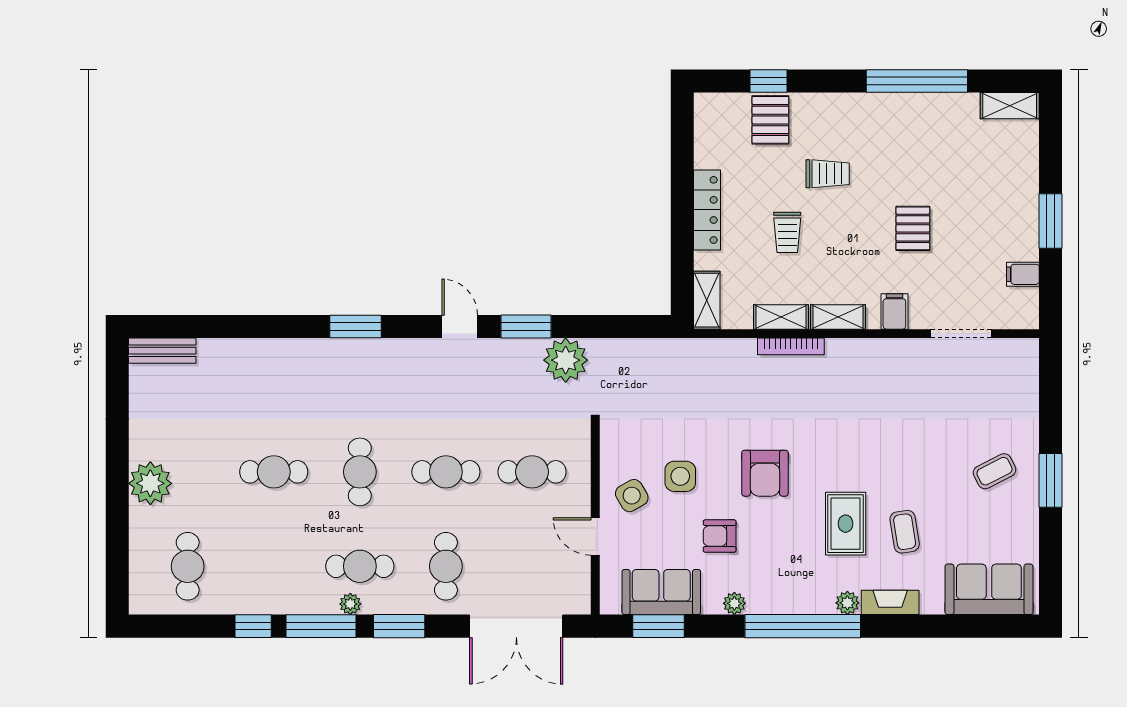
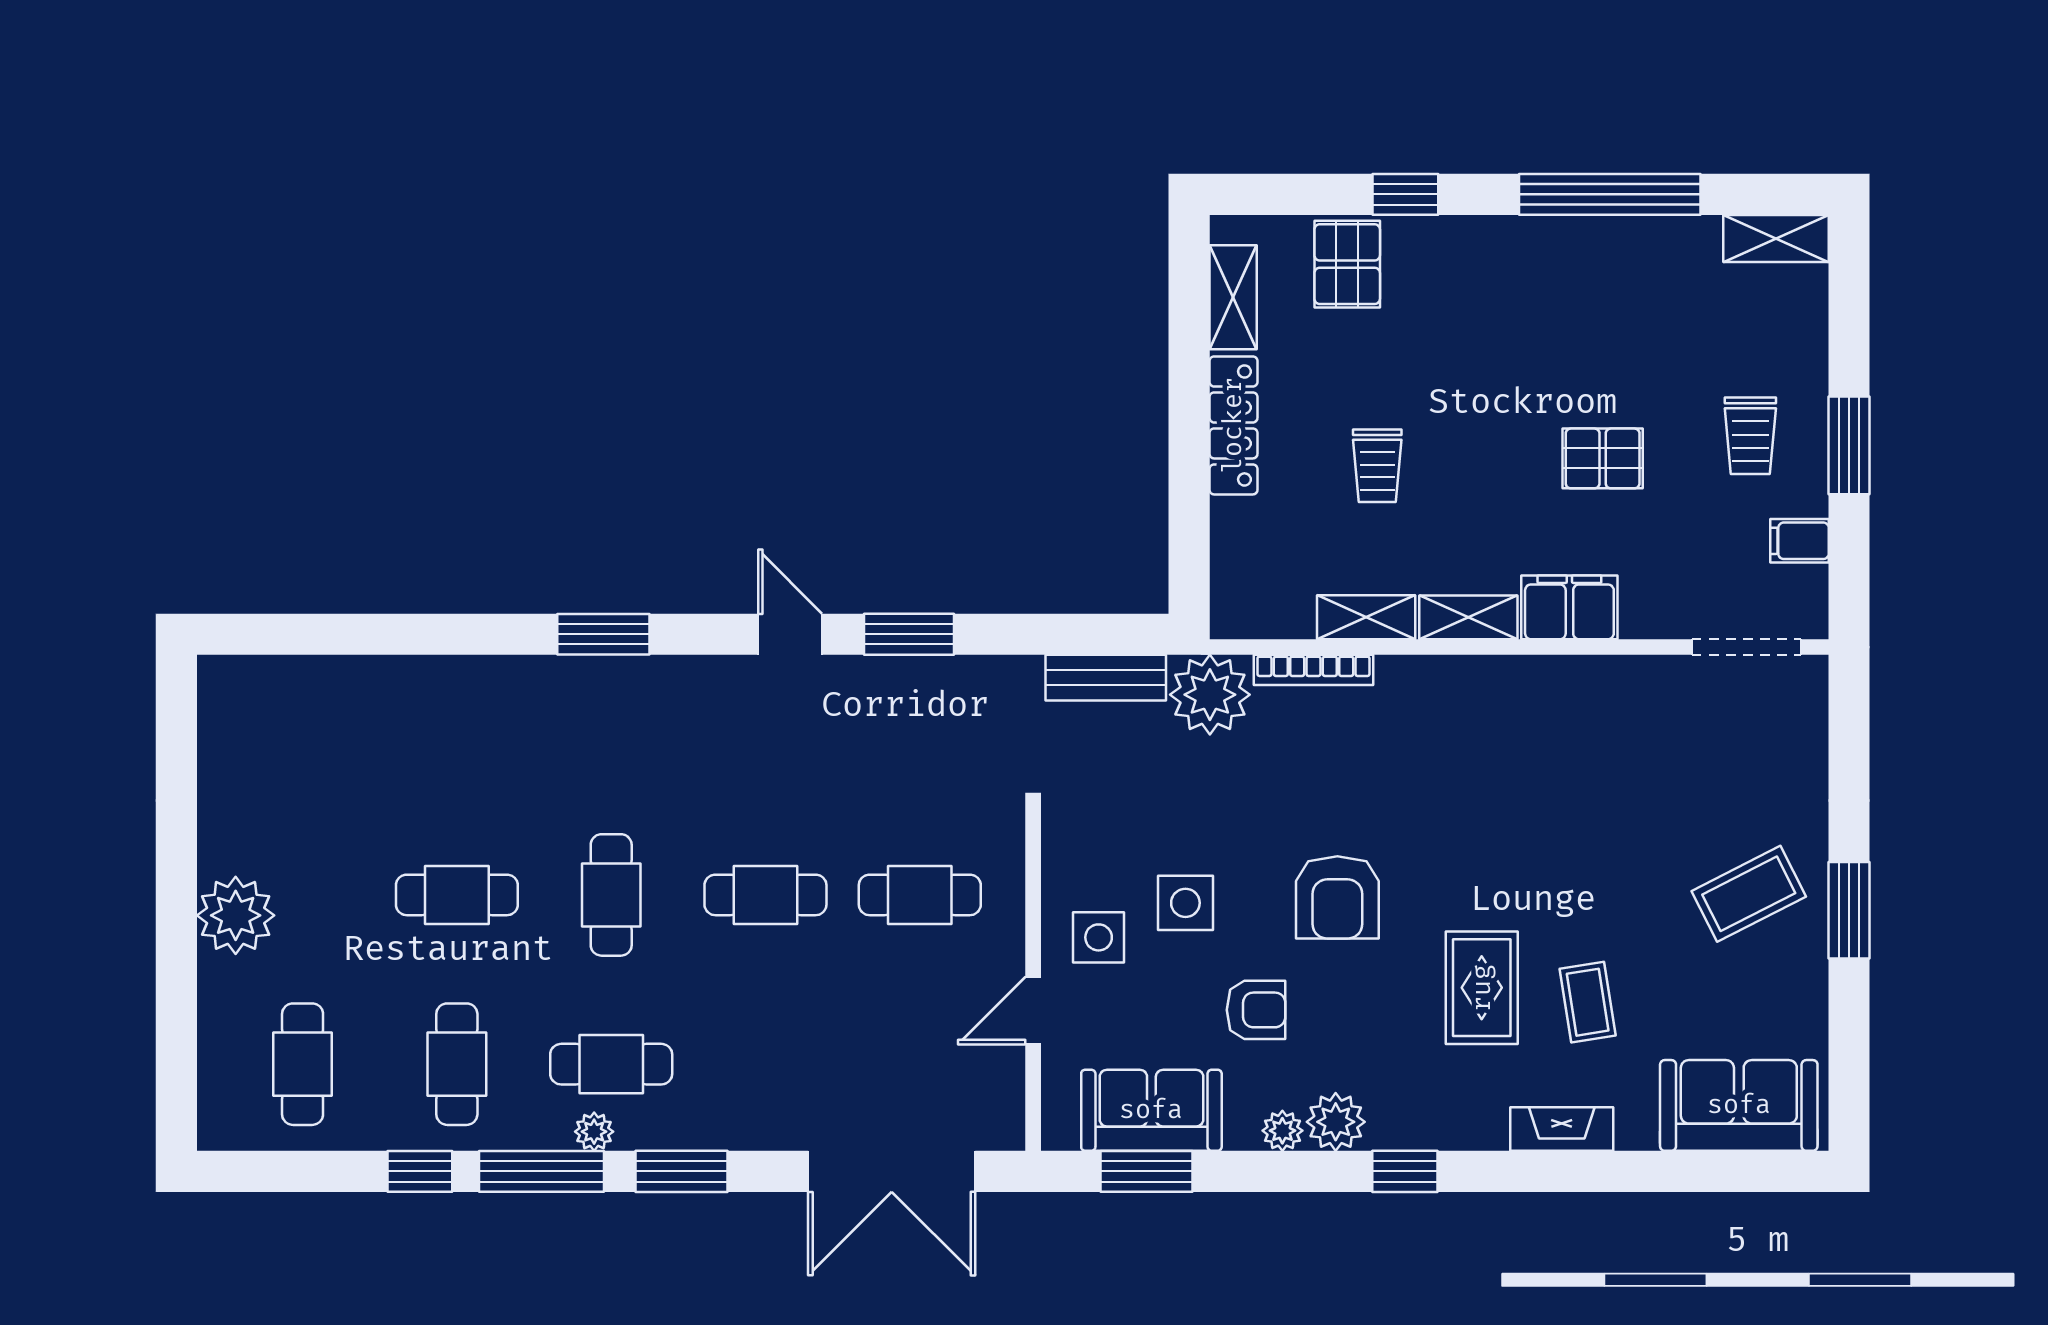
window: (769, 81) -> (1405, 194), moved
trolley: (828, 174) -> (1750, 436), moved, turned 90
pallet: (913, 228) -> (1603, 458), turned 90
shelving: (707, 300) -> (1233, 297), moved
filing cabinet: (894, 311) -> (1569, 607), width x2.00
doorway: (961, 334) -> (1746, 647), moved
bookcase: (791, 346) -> (1313, 670), moved
bench: (162, 351) -> (1106, 678), moved
plant: (566, 360) -> (1210, 695), moved
coffee table: (995, 471) -> (1749, 894), width x1.36, depth x1.30
side table: (632, 496) -> (1099, 937), turned 30
door: (595, 536) -> (1033, 1011), hinge flipped
armchair: (720, 536) -> (1256, 1010), turned 180
cafe table: (446, 566) -> (457, 1064), moved
plant: (847, 603) -> (1336, 1122), moved, width x1.38, depth x1.38
window: (803, 626) -> (1405, 1171), width x0.32

